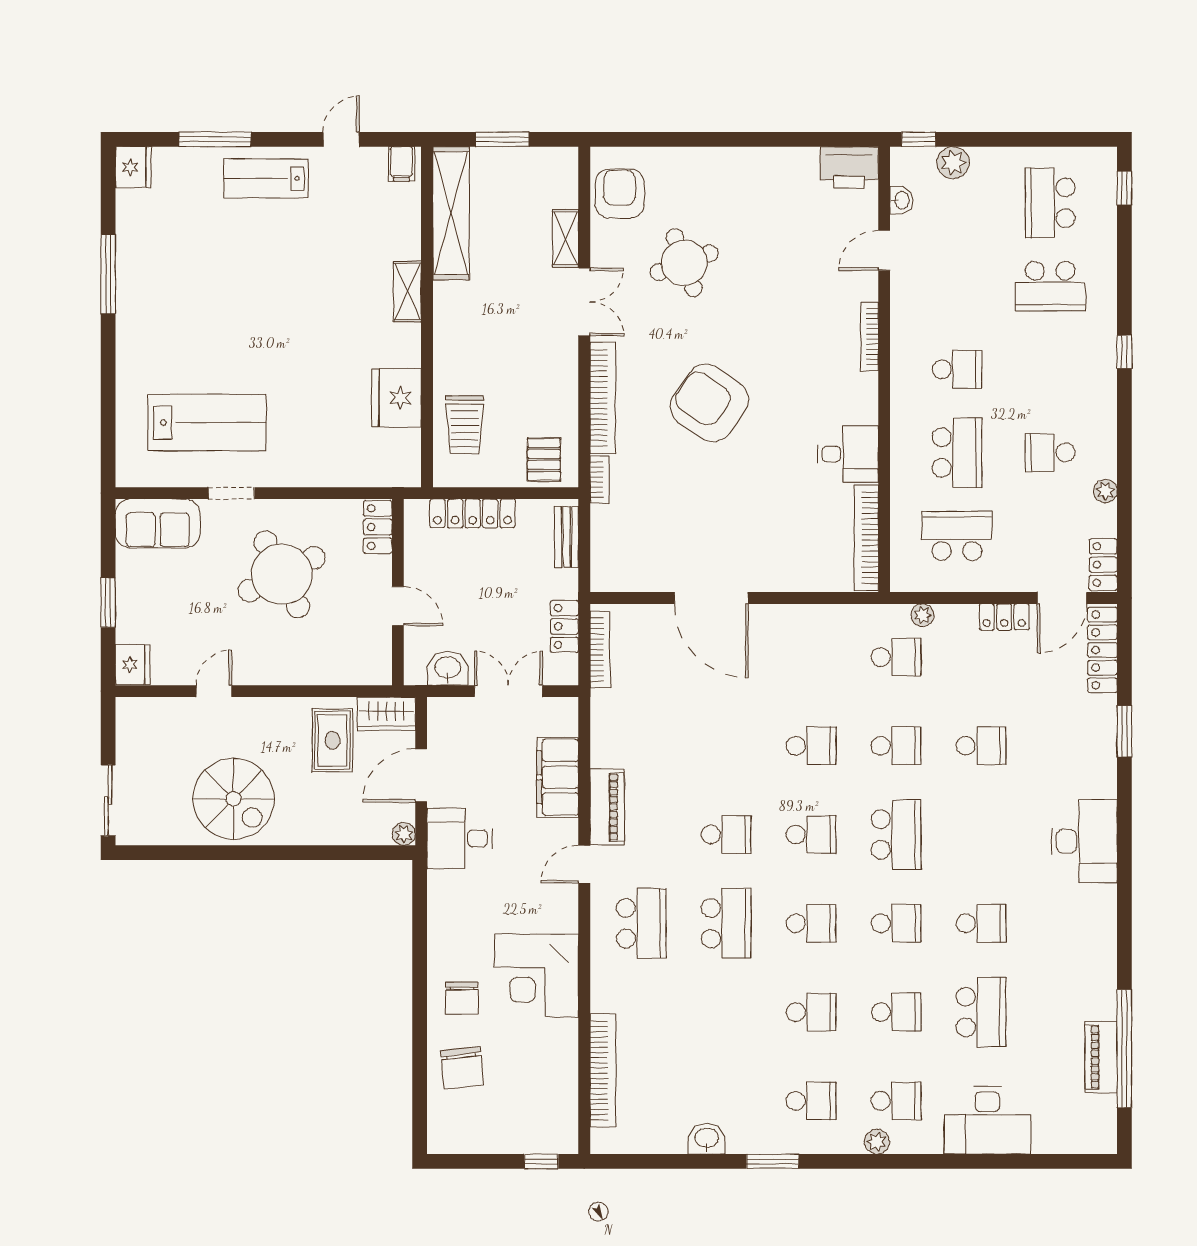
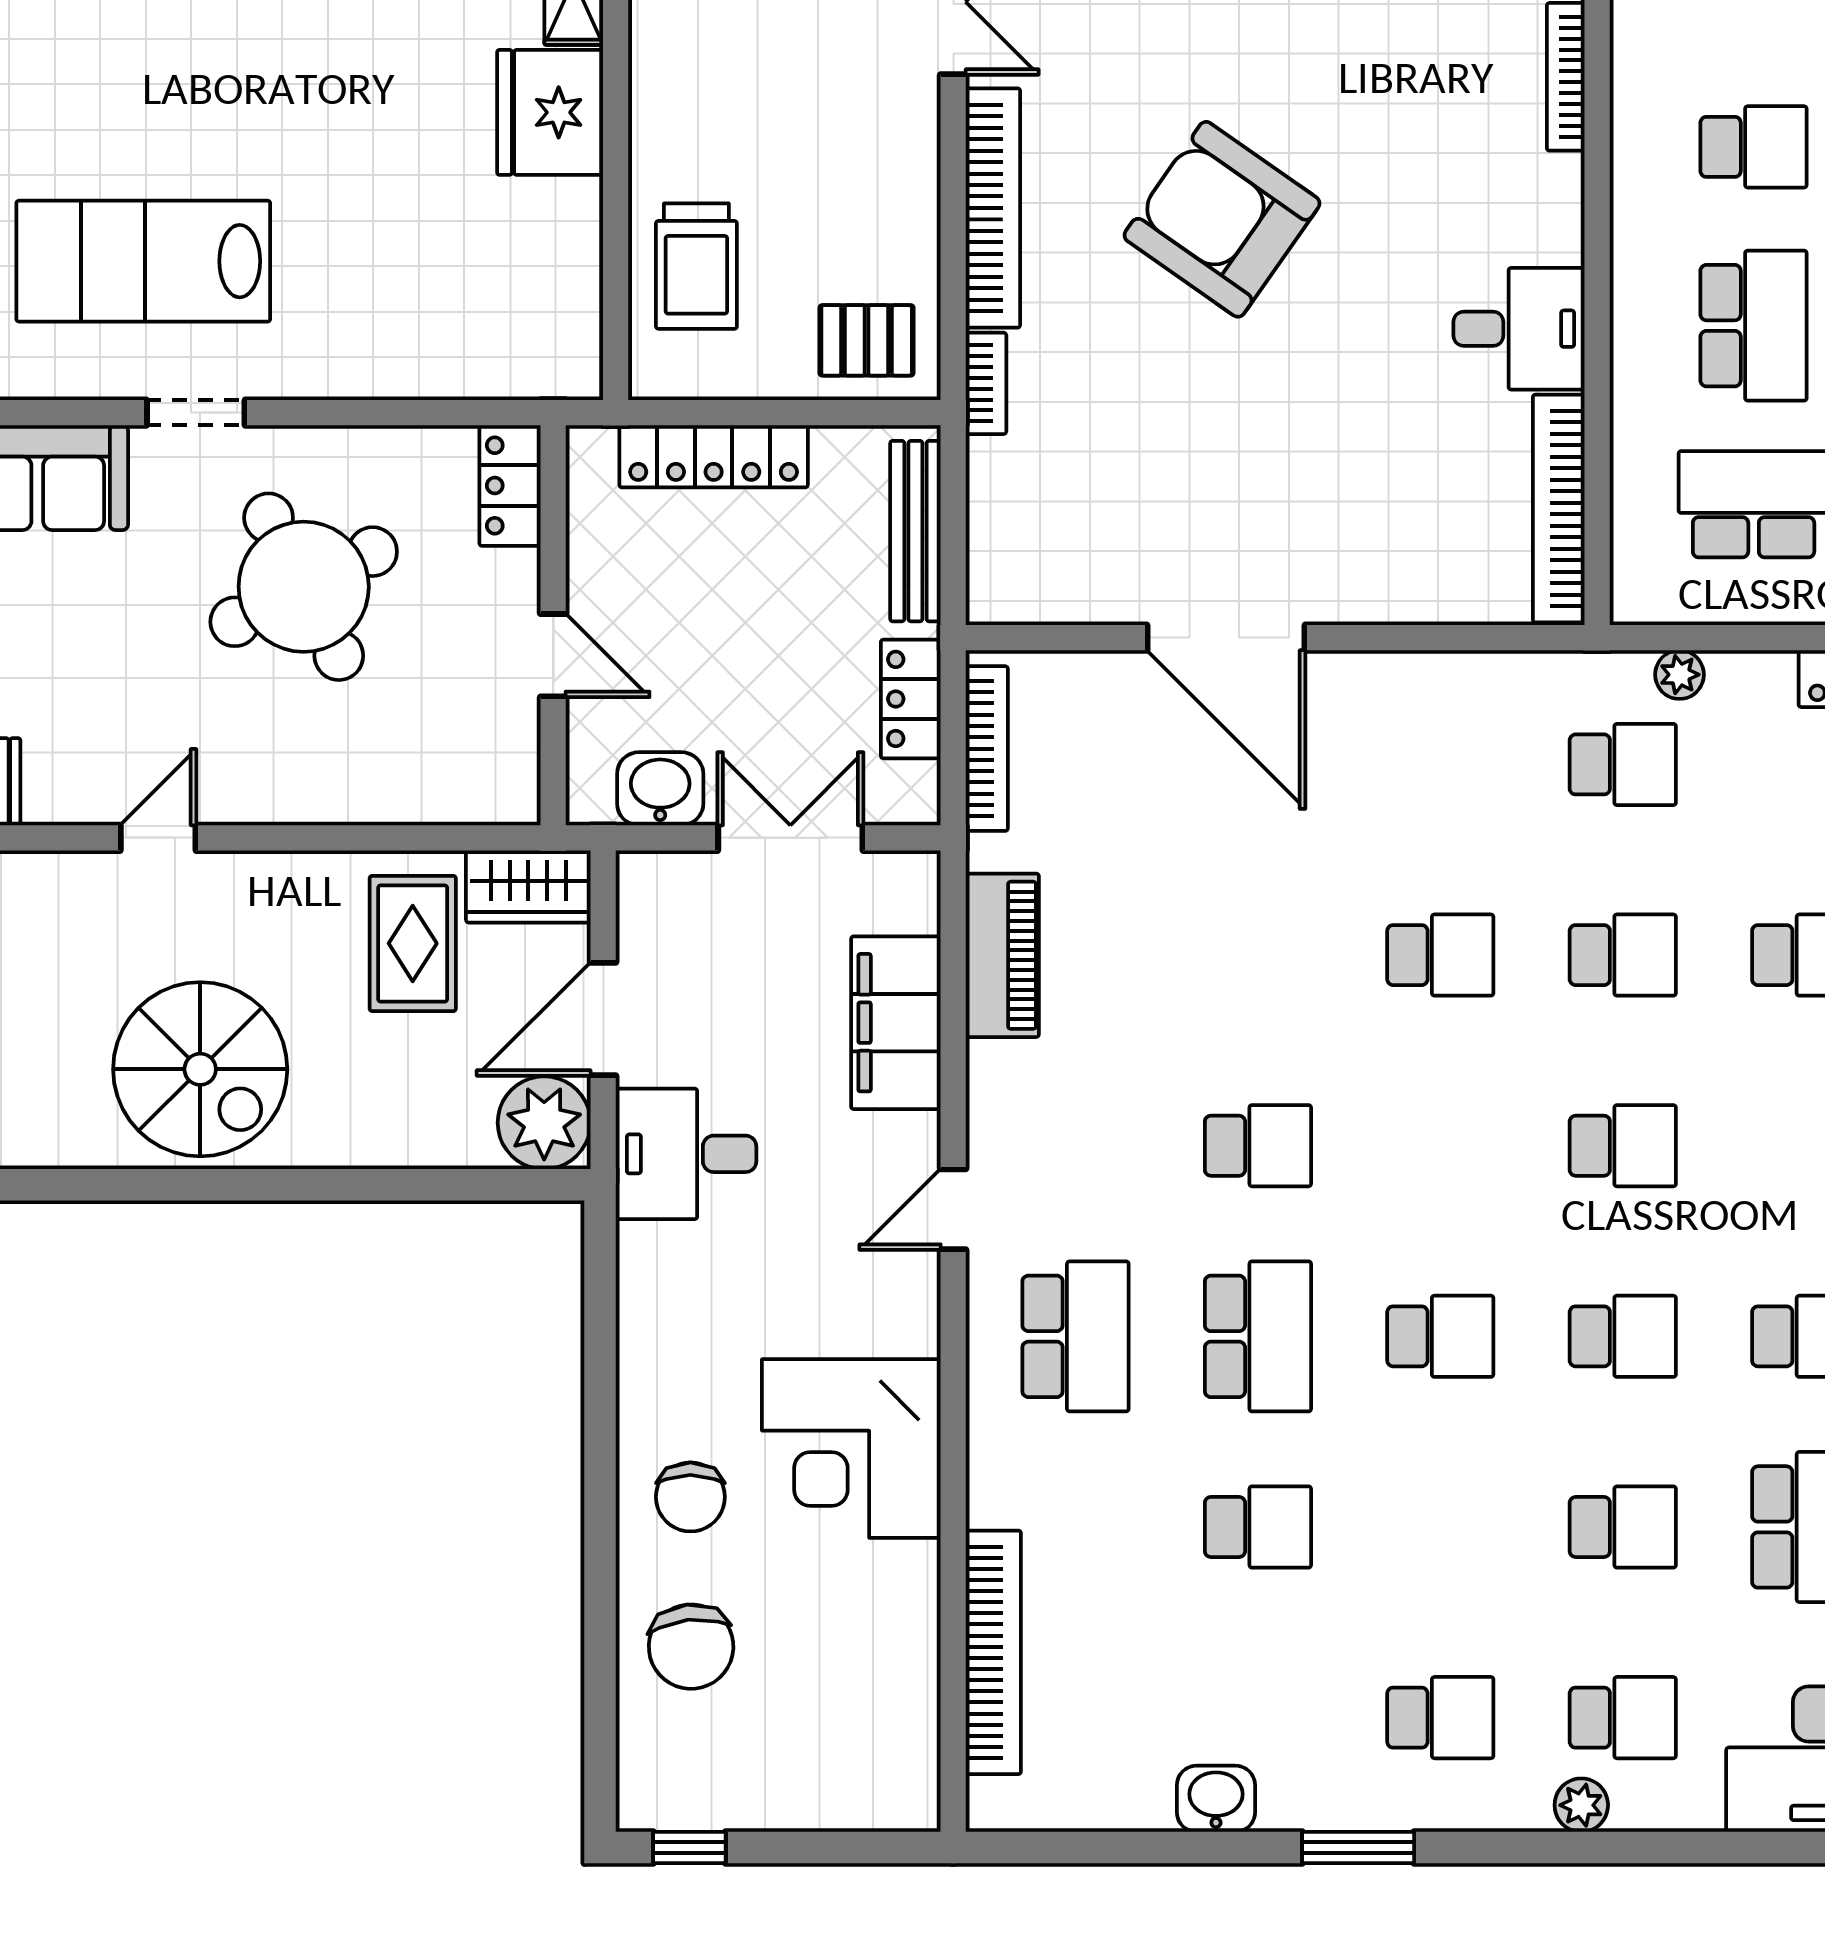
fridge: (396, 398) -> (550, 112), moved
lab bench: (207, 423) -> (143, 261), turned 180
pallet: (544, 459) -> (867, 340), turned 90
bench: (567, 537) -> (915, 531), width x1.36
piano: (607, 807) -> (1002, 955), moved
plant: (404, 834) -> (544, 1123), width x1.87, depth x1.87
school desk: (811, 835) -> (1440, 1146), removed
school desk: (896, 835) -> (1623, 1146), width x0.54
school desk: (811, 1012) -> (1258, 1527), moved
window: (541, 1161) -> (689, 1848), moved

